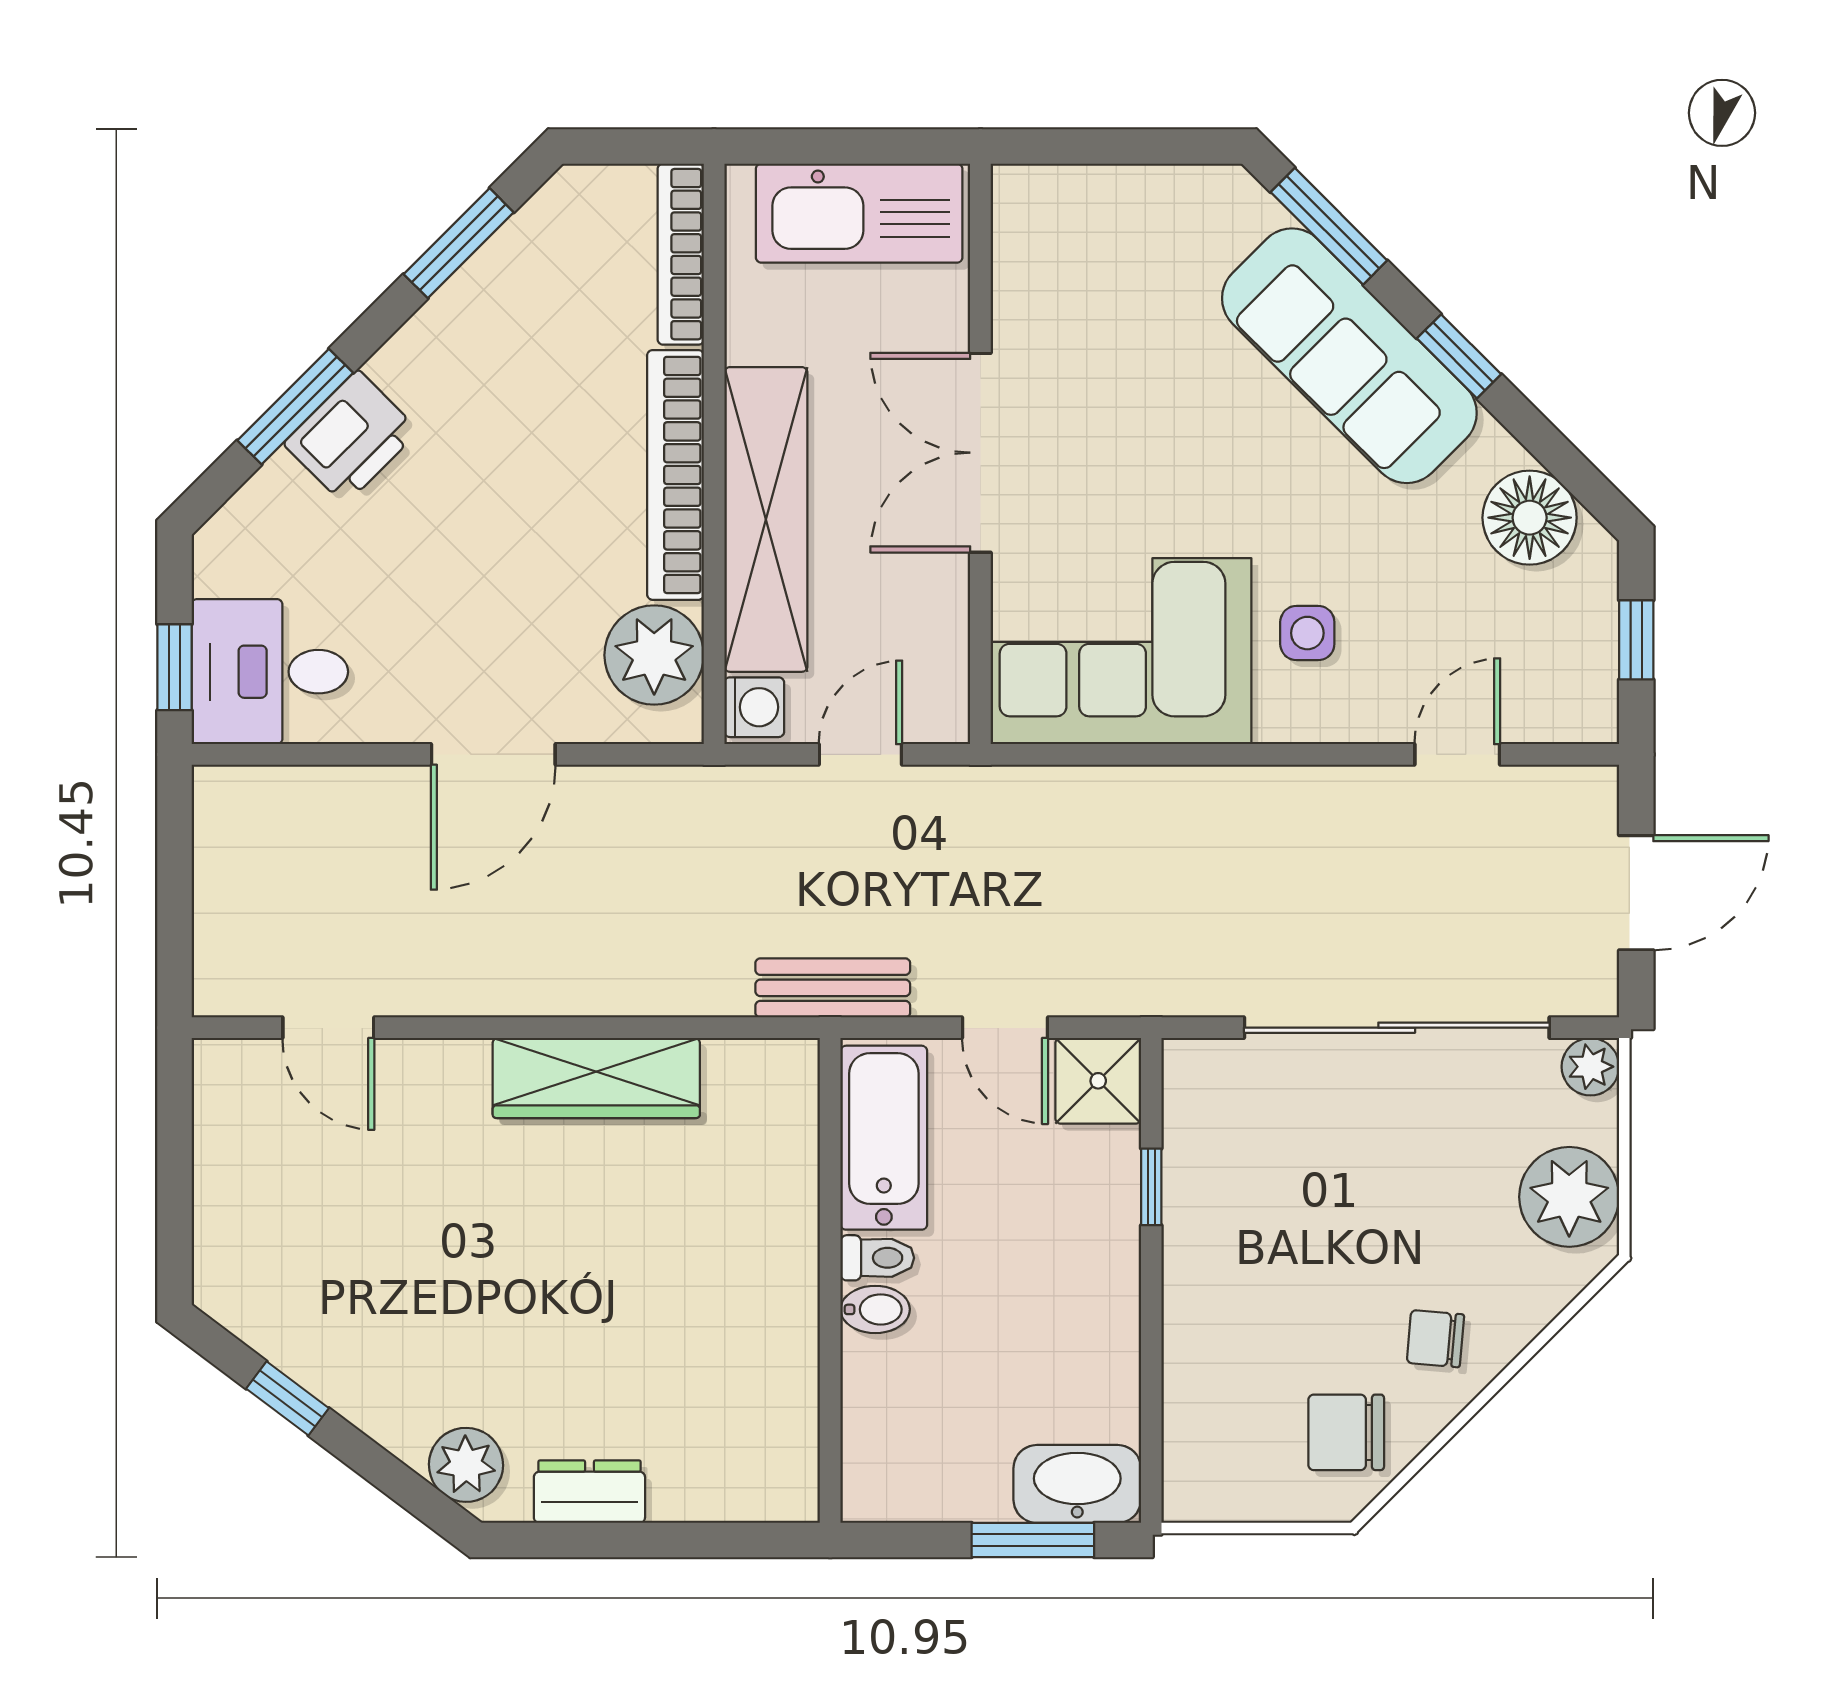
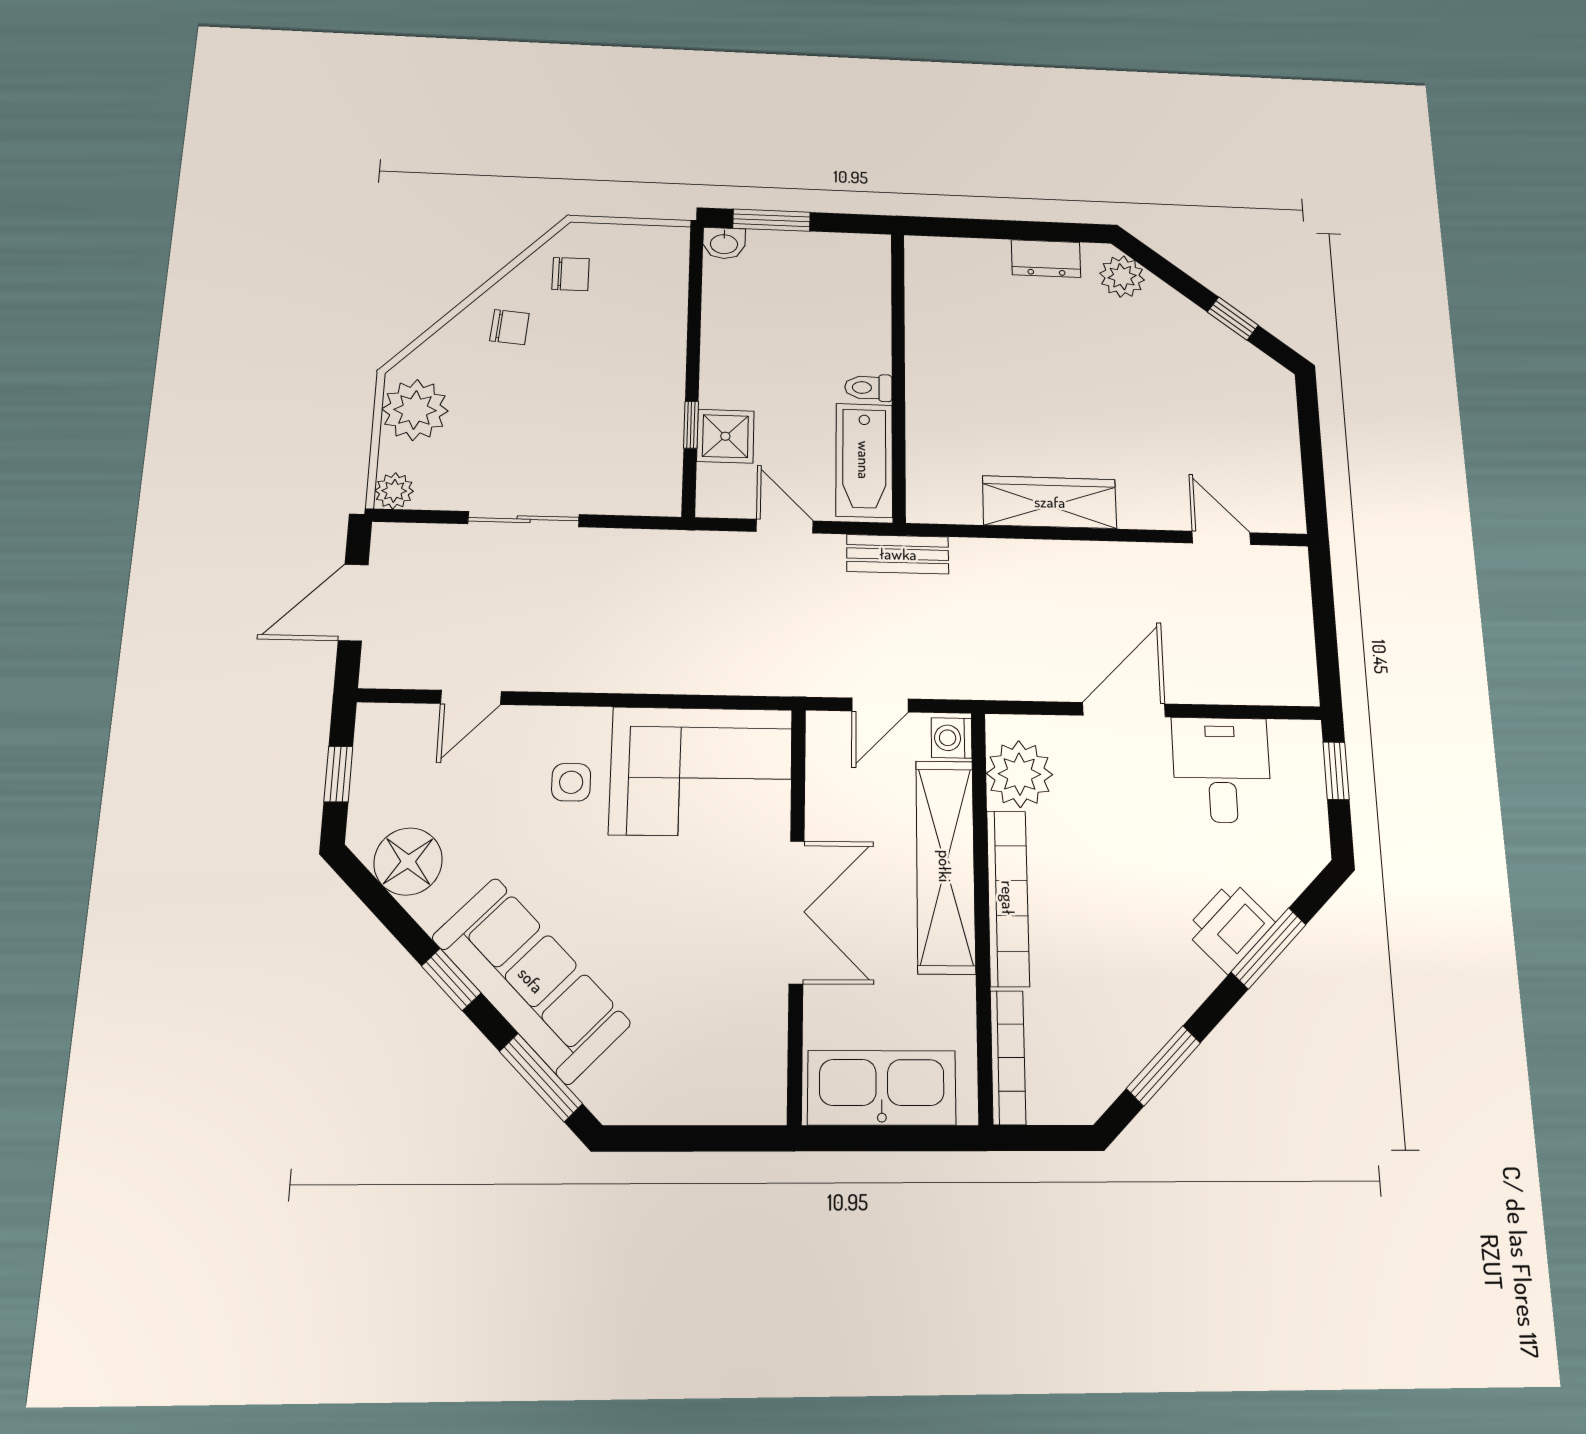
desk: (270, 672) -> (1222, 770), moved, turned -90
sliding door: (1397, 1028) -> (524, 519), width x0.54
shower: (1098, 1081) -> (725, 436), moved
bidet: (875, 1309) -> (870, 357), removed
chair: (1346, 1432) -> (571, 274), width x0.73, depth x0.73
washbasin: (1077, 1484) -> (724, 243), width x0.52, depth x0.69

